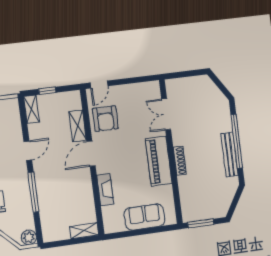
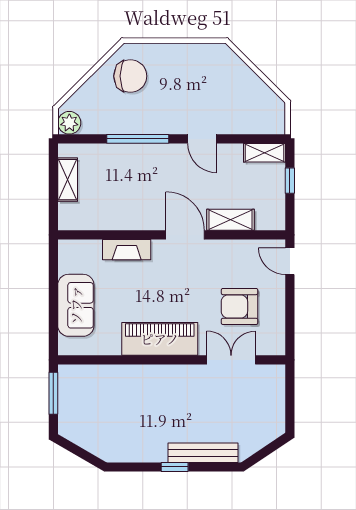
armchair: (105, 119) -> (240, 306), moved
window: (237, 141) -> (175, 467), width x0.32
bench: (230, 155) -> (203, 453), moved
shoe rack: (180, 161) -> (156, 372), removed
shelving: (84, 231) -> (68, 180), moved

